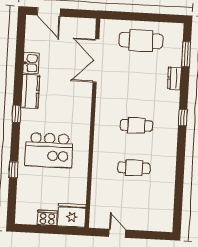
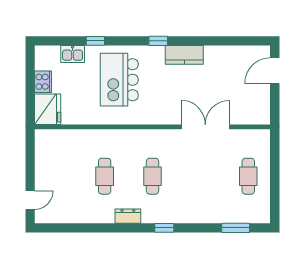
cafe table: (141, 41) -> (248, 176), width x0.73, depth x0.74
double door: (96, 61) -> (205, 127), moved
kitchen sink: (31, 63) -> (73, 54), moved
dresser: (174, 78) -> (128, 216), moved
door: (117, 233) -> (30, 200), moved

